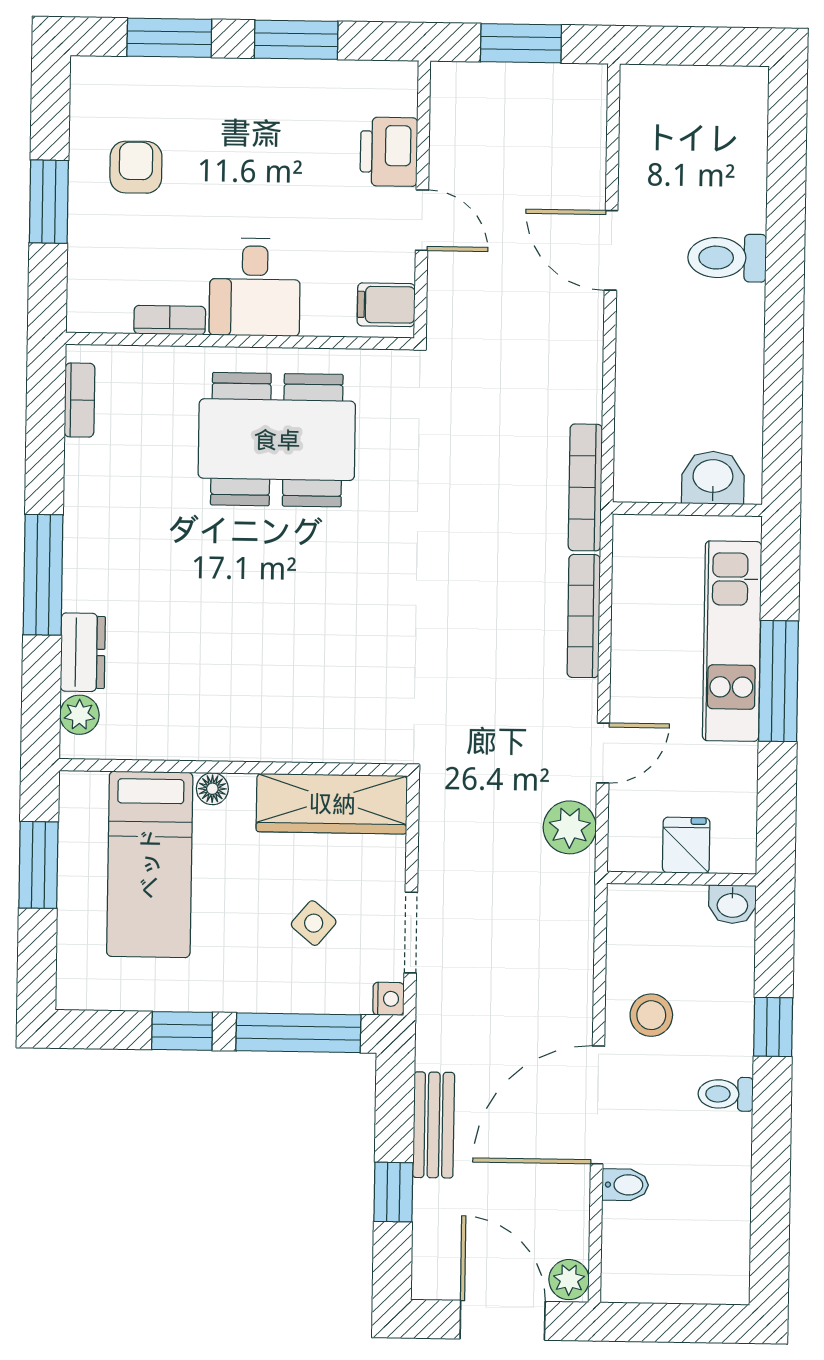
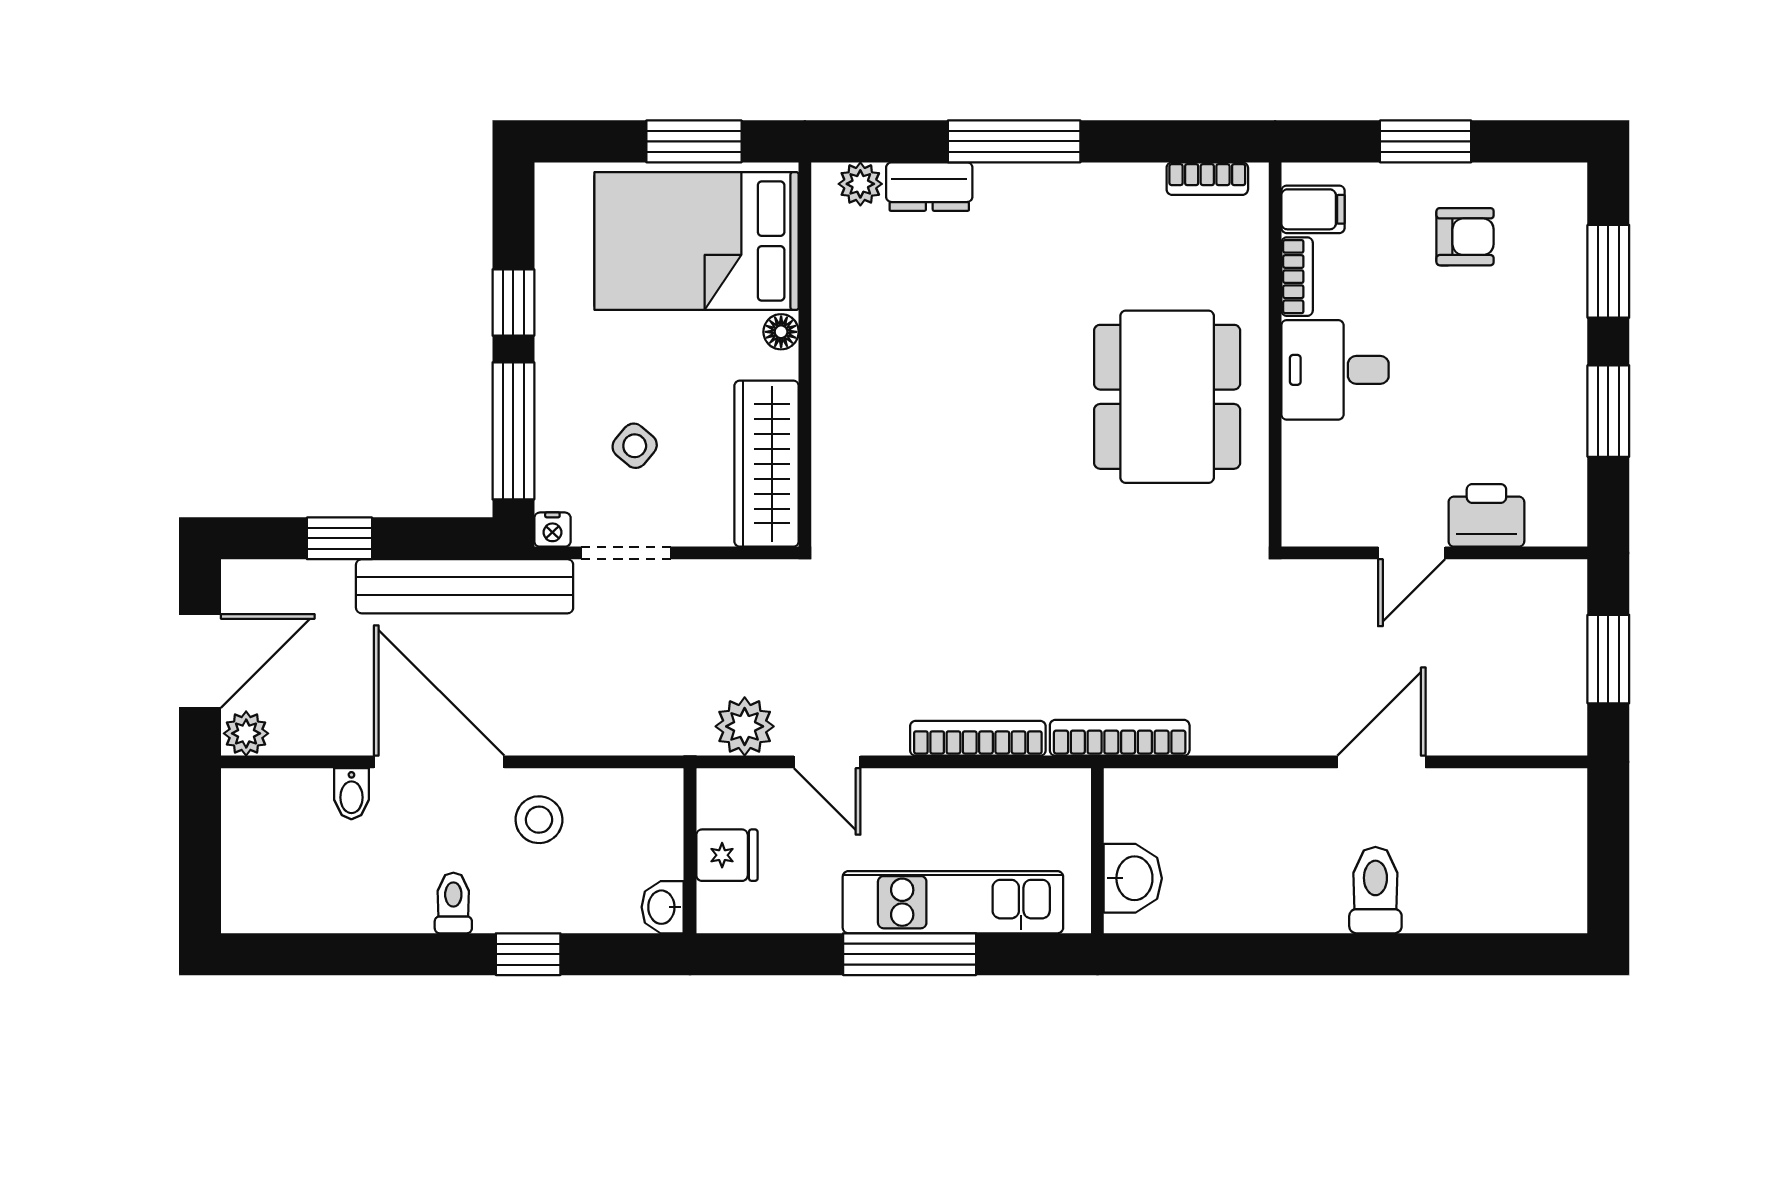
filing cabinet: (386, 305) -> (1313, 209), moved, turned 90
bed: (150, 864) -> (697, 241), width x1.50
bench: (434, 1125) -> (465, 586), width x1.86, depth x1.21

